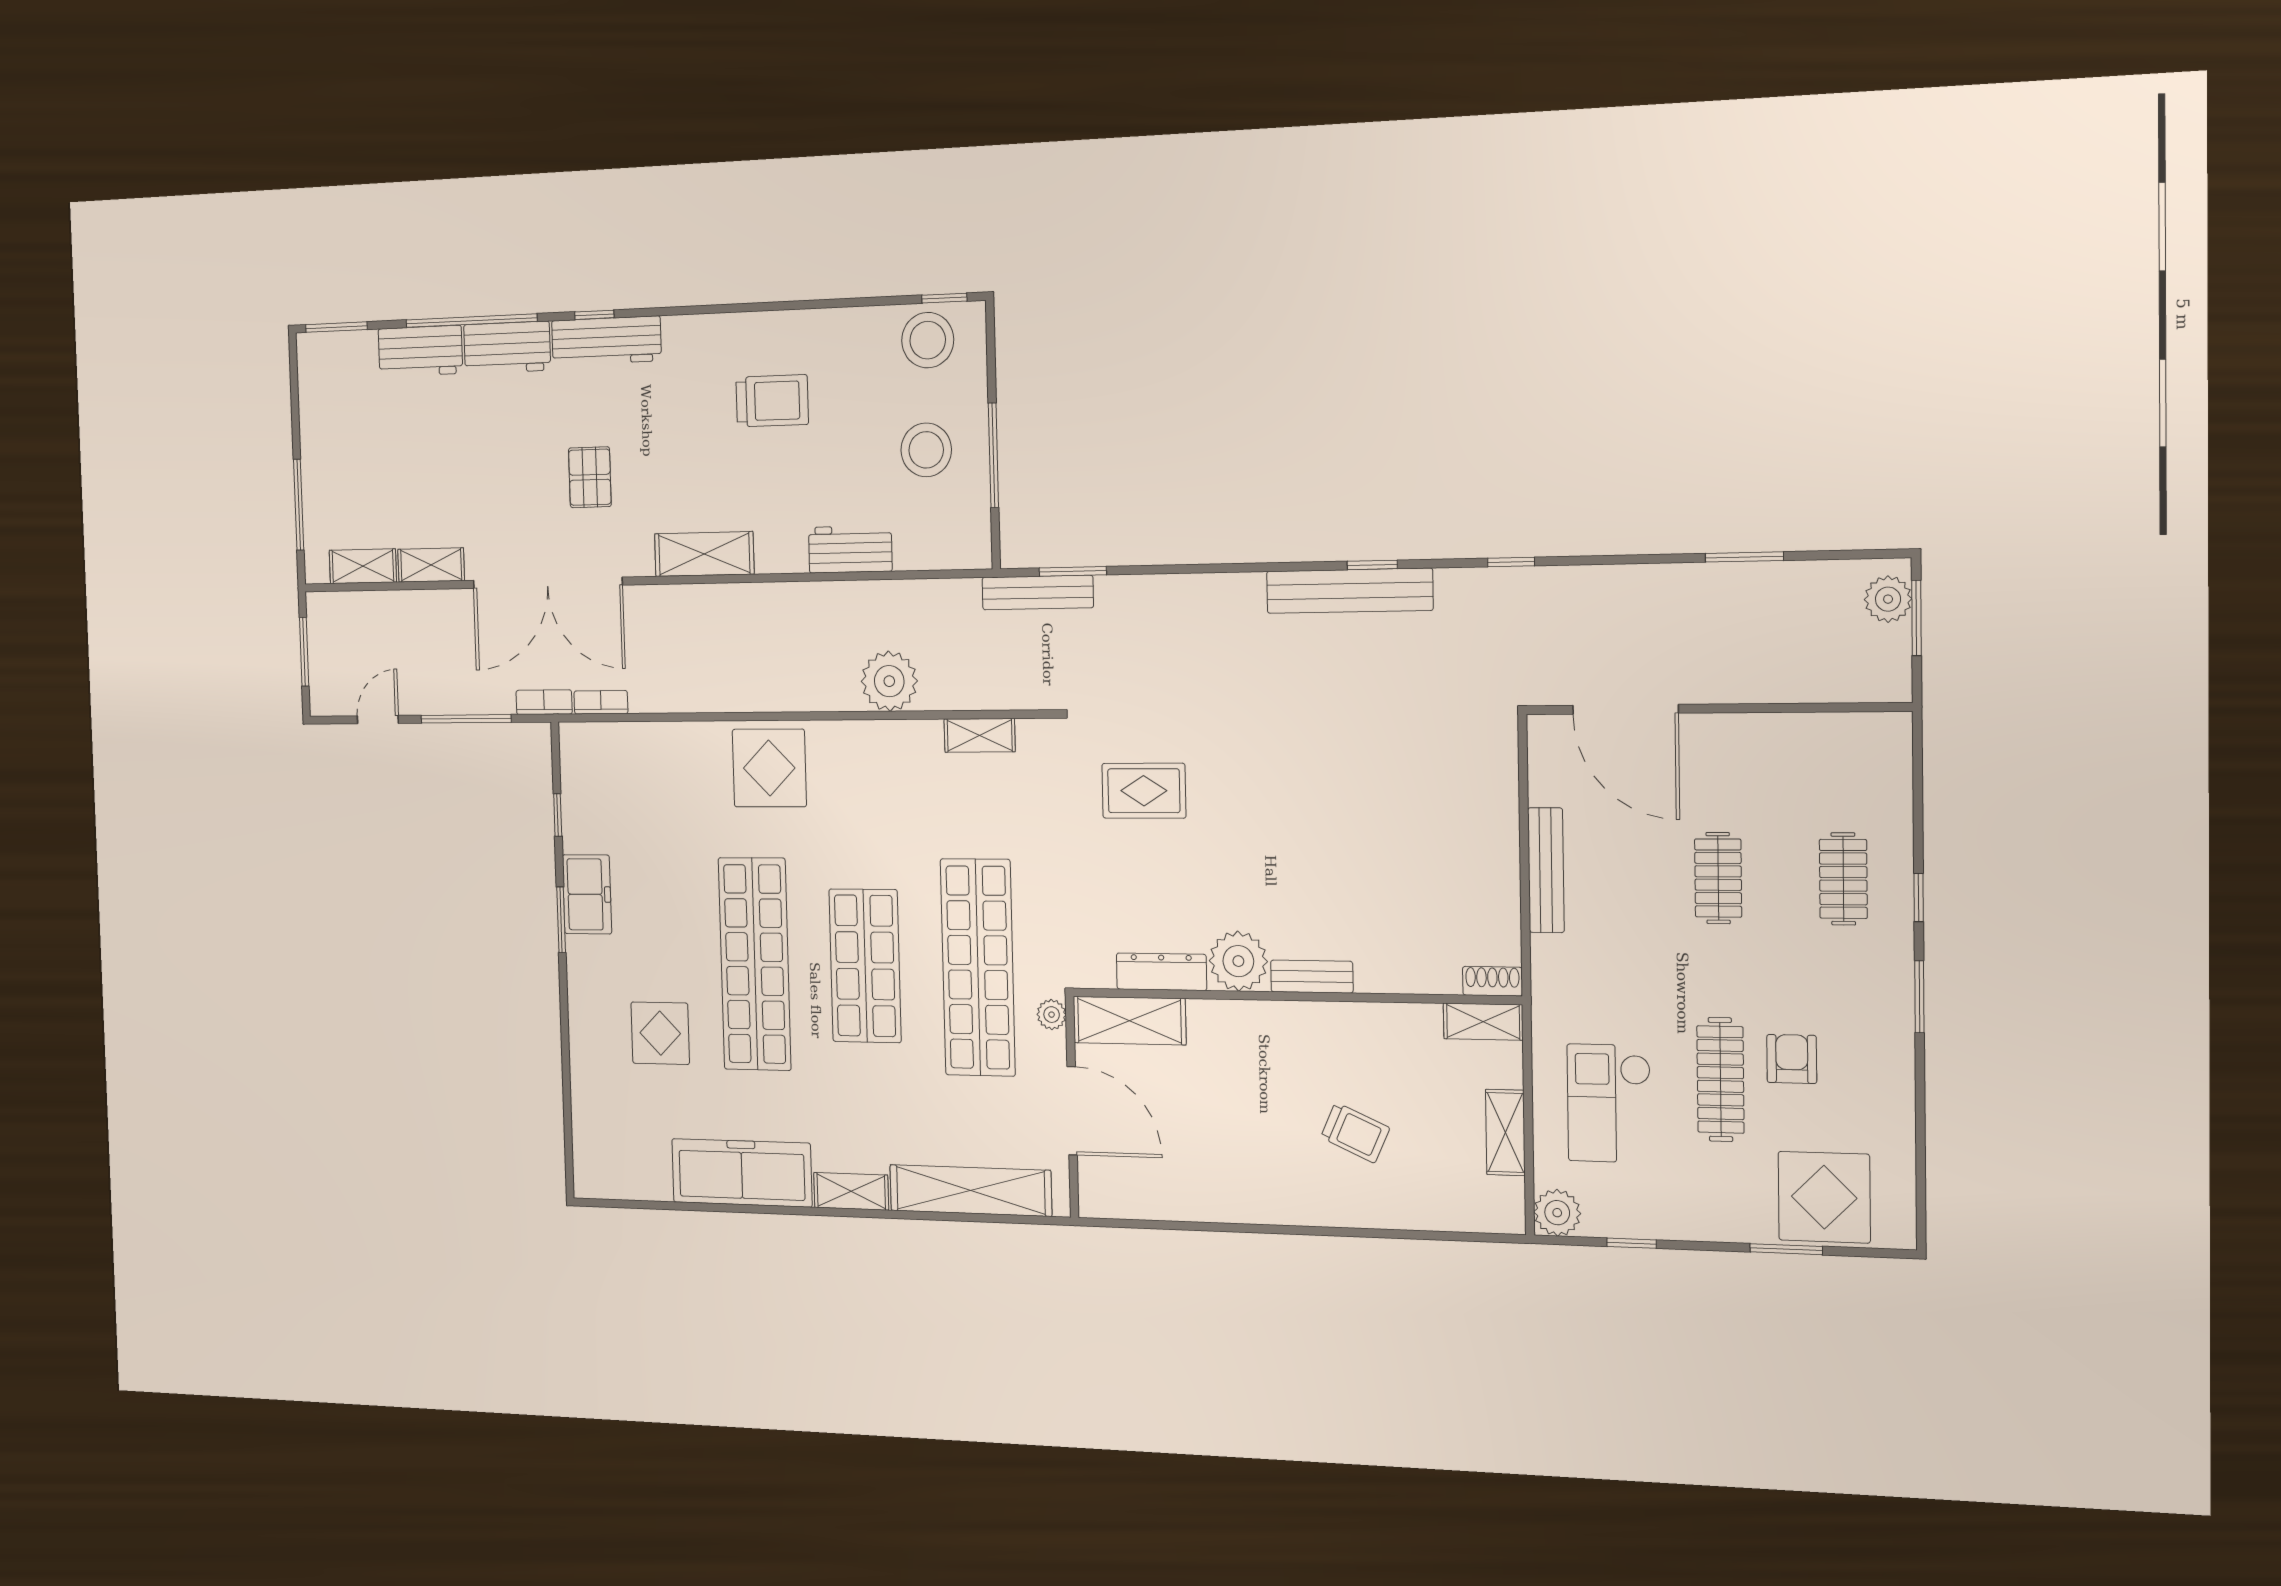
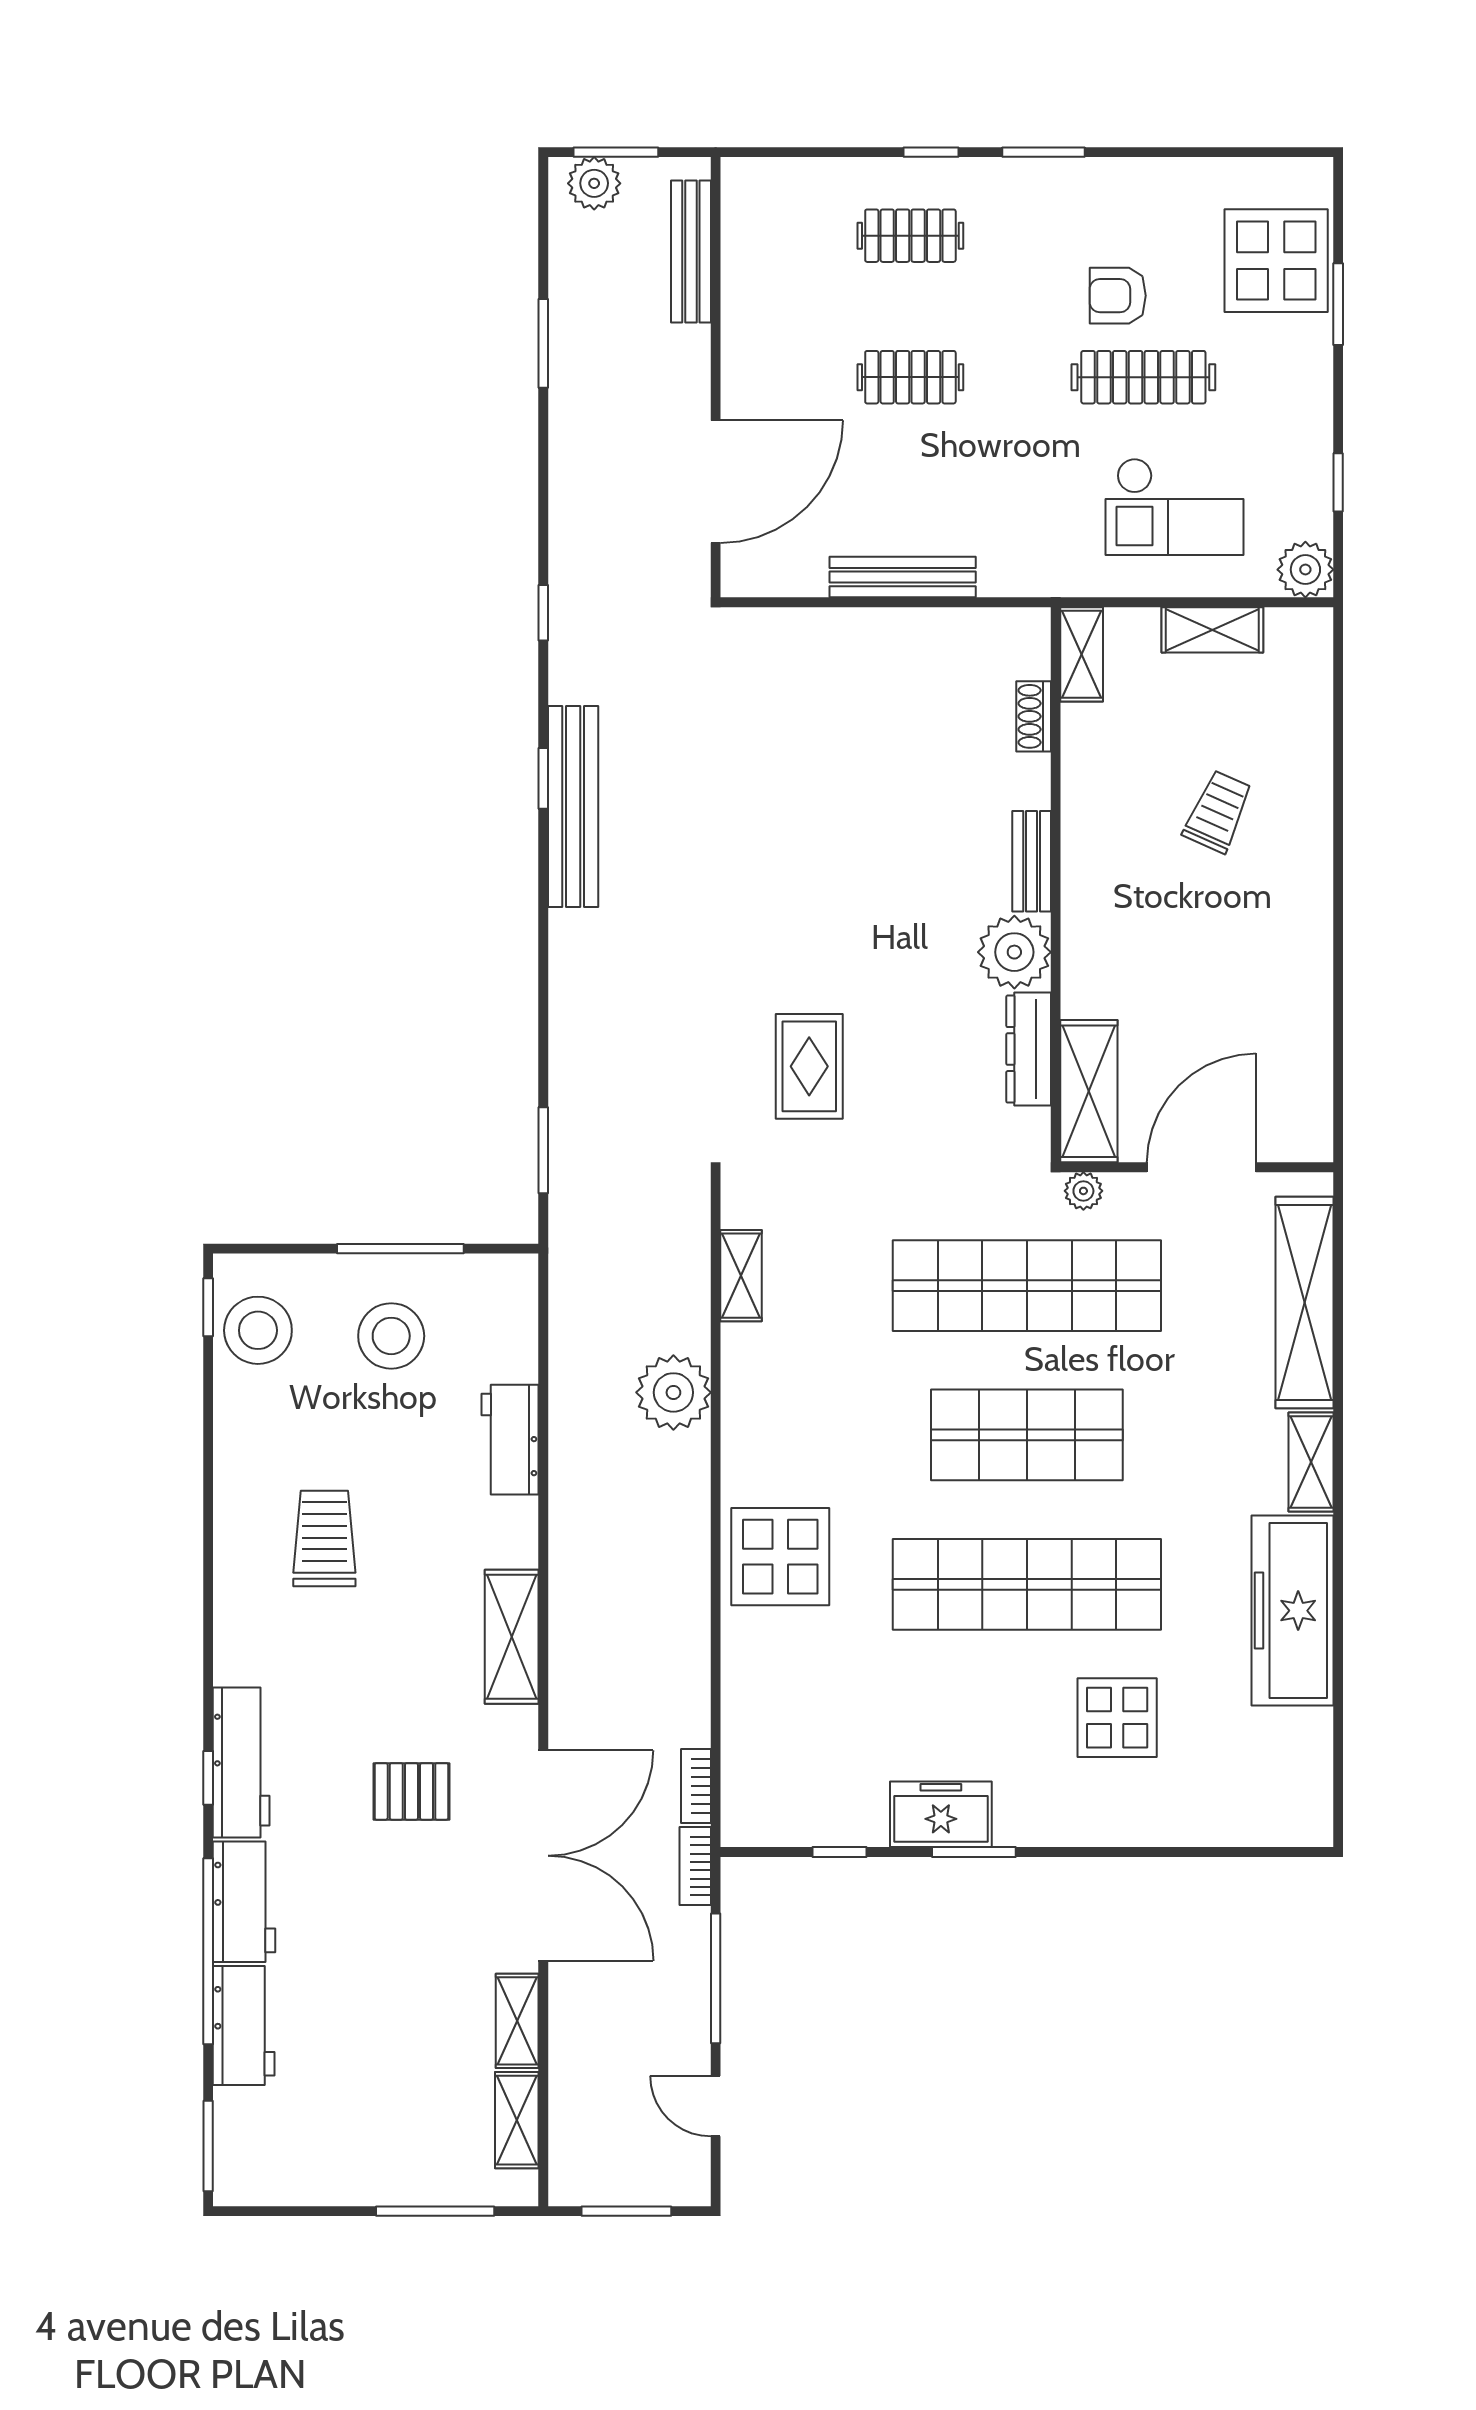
bench: (1038, 593) -> (691, 251), moved
shoe rack: (1492, 981) -> (1034, 716), moved

